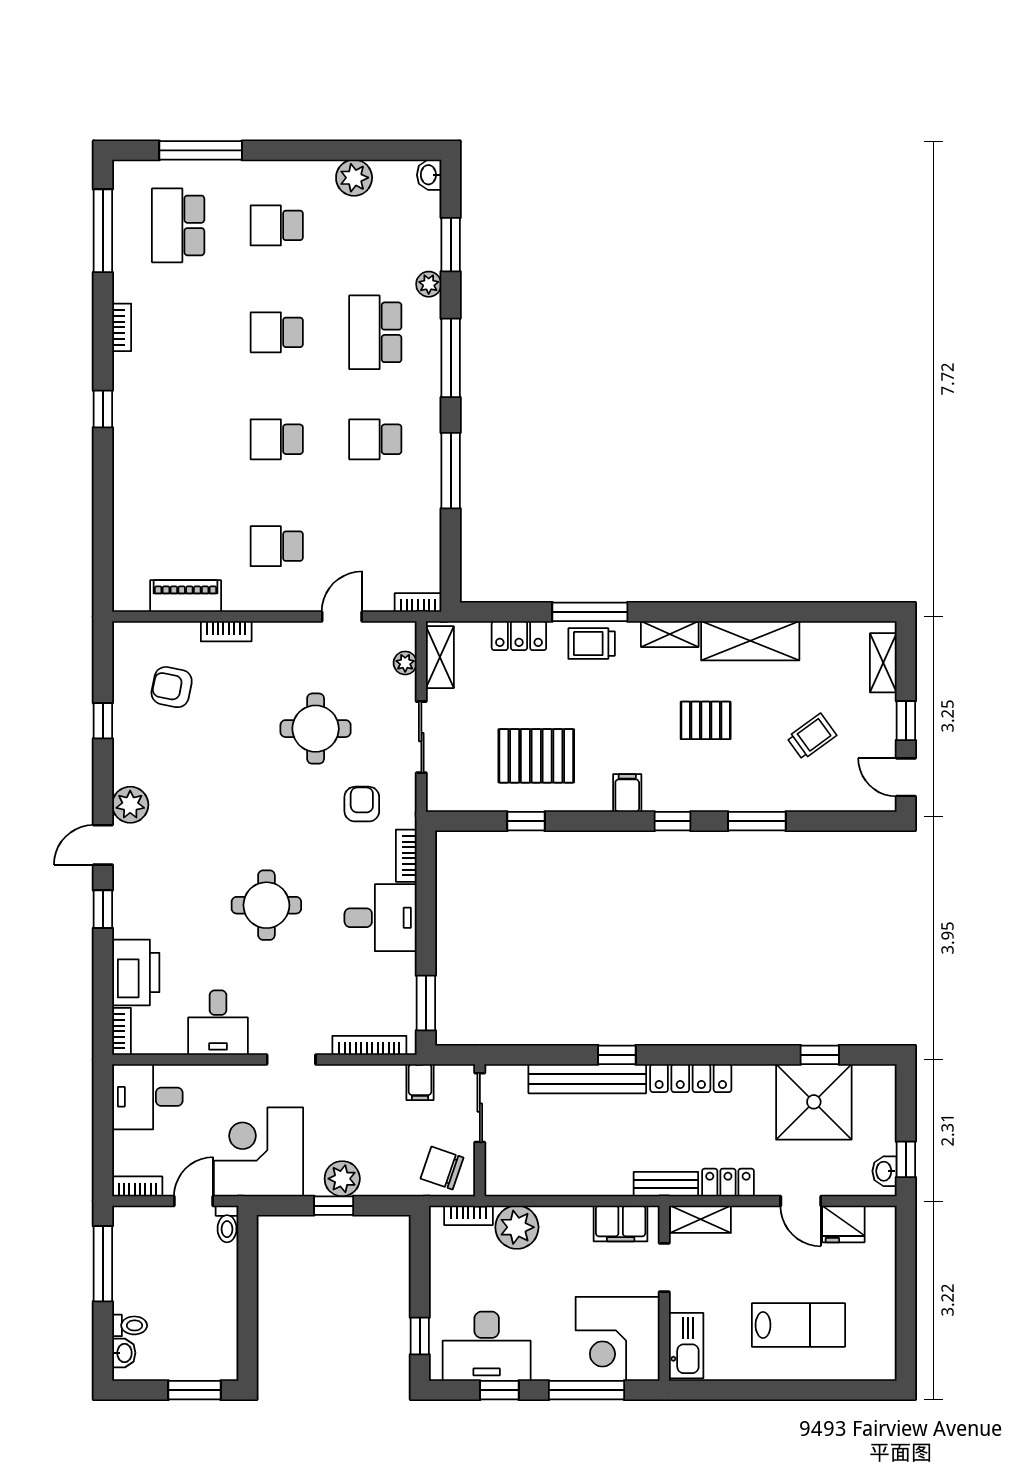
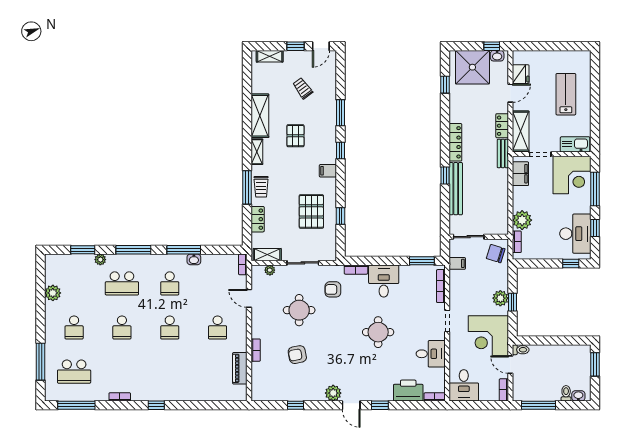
washbasin: (429, 175) -> (194, 259), moved
armchair: (172, 687) -> (297, 355), moved, turned 68
shower: (814, 1102) -> (472, 67), moved
chair: (442, 1168) -> (496, 254), turned 88
shelving: (700, 1219) -> (521, 131), width x1.50, depth x1.33

